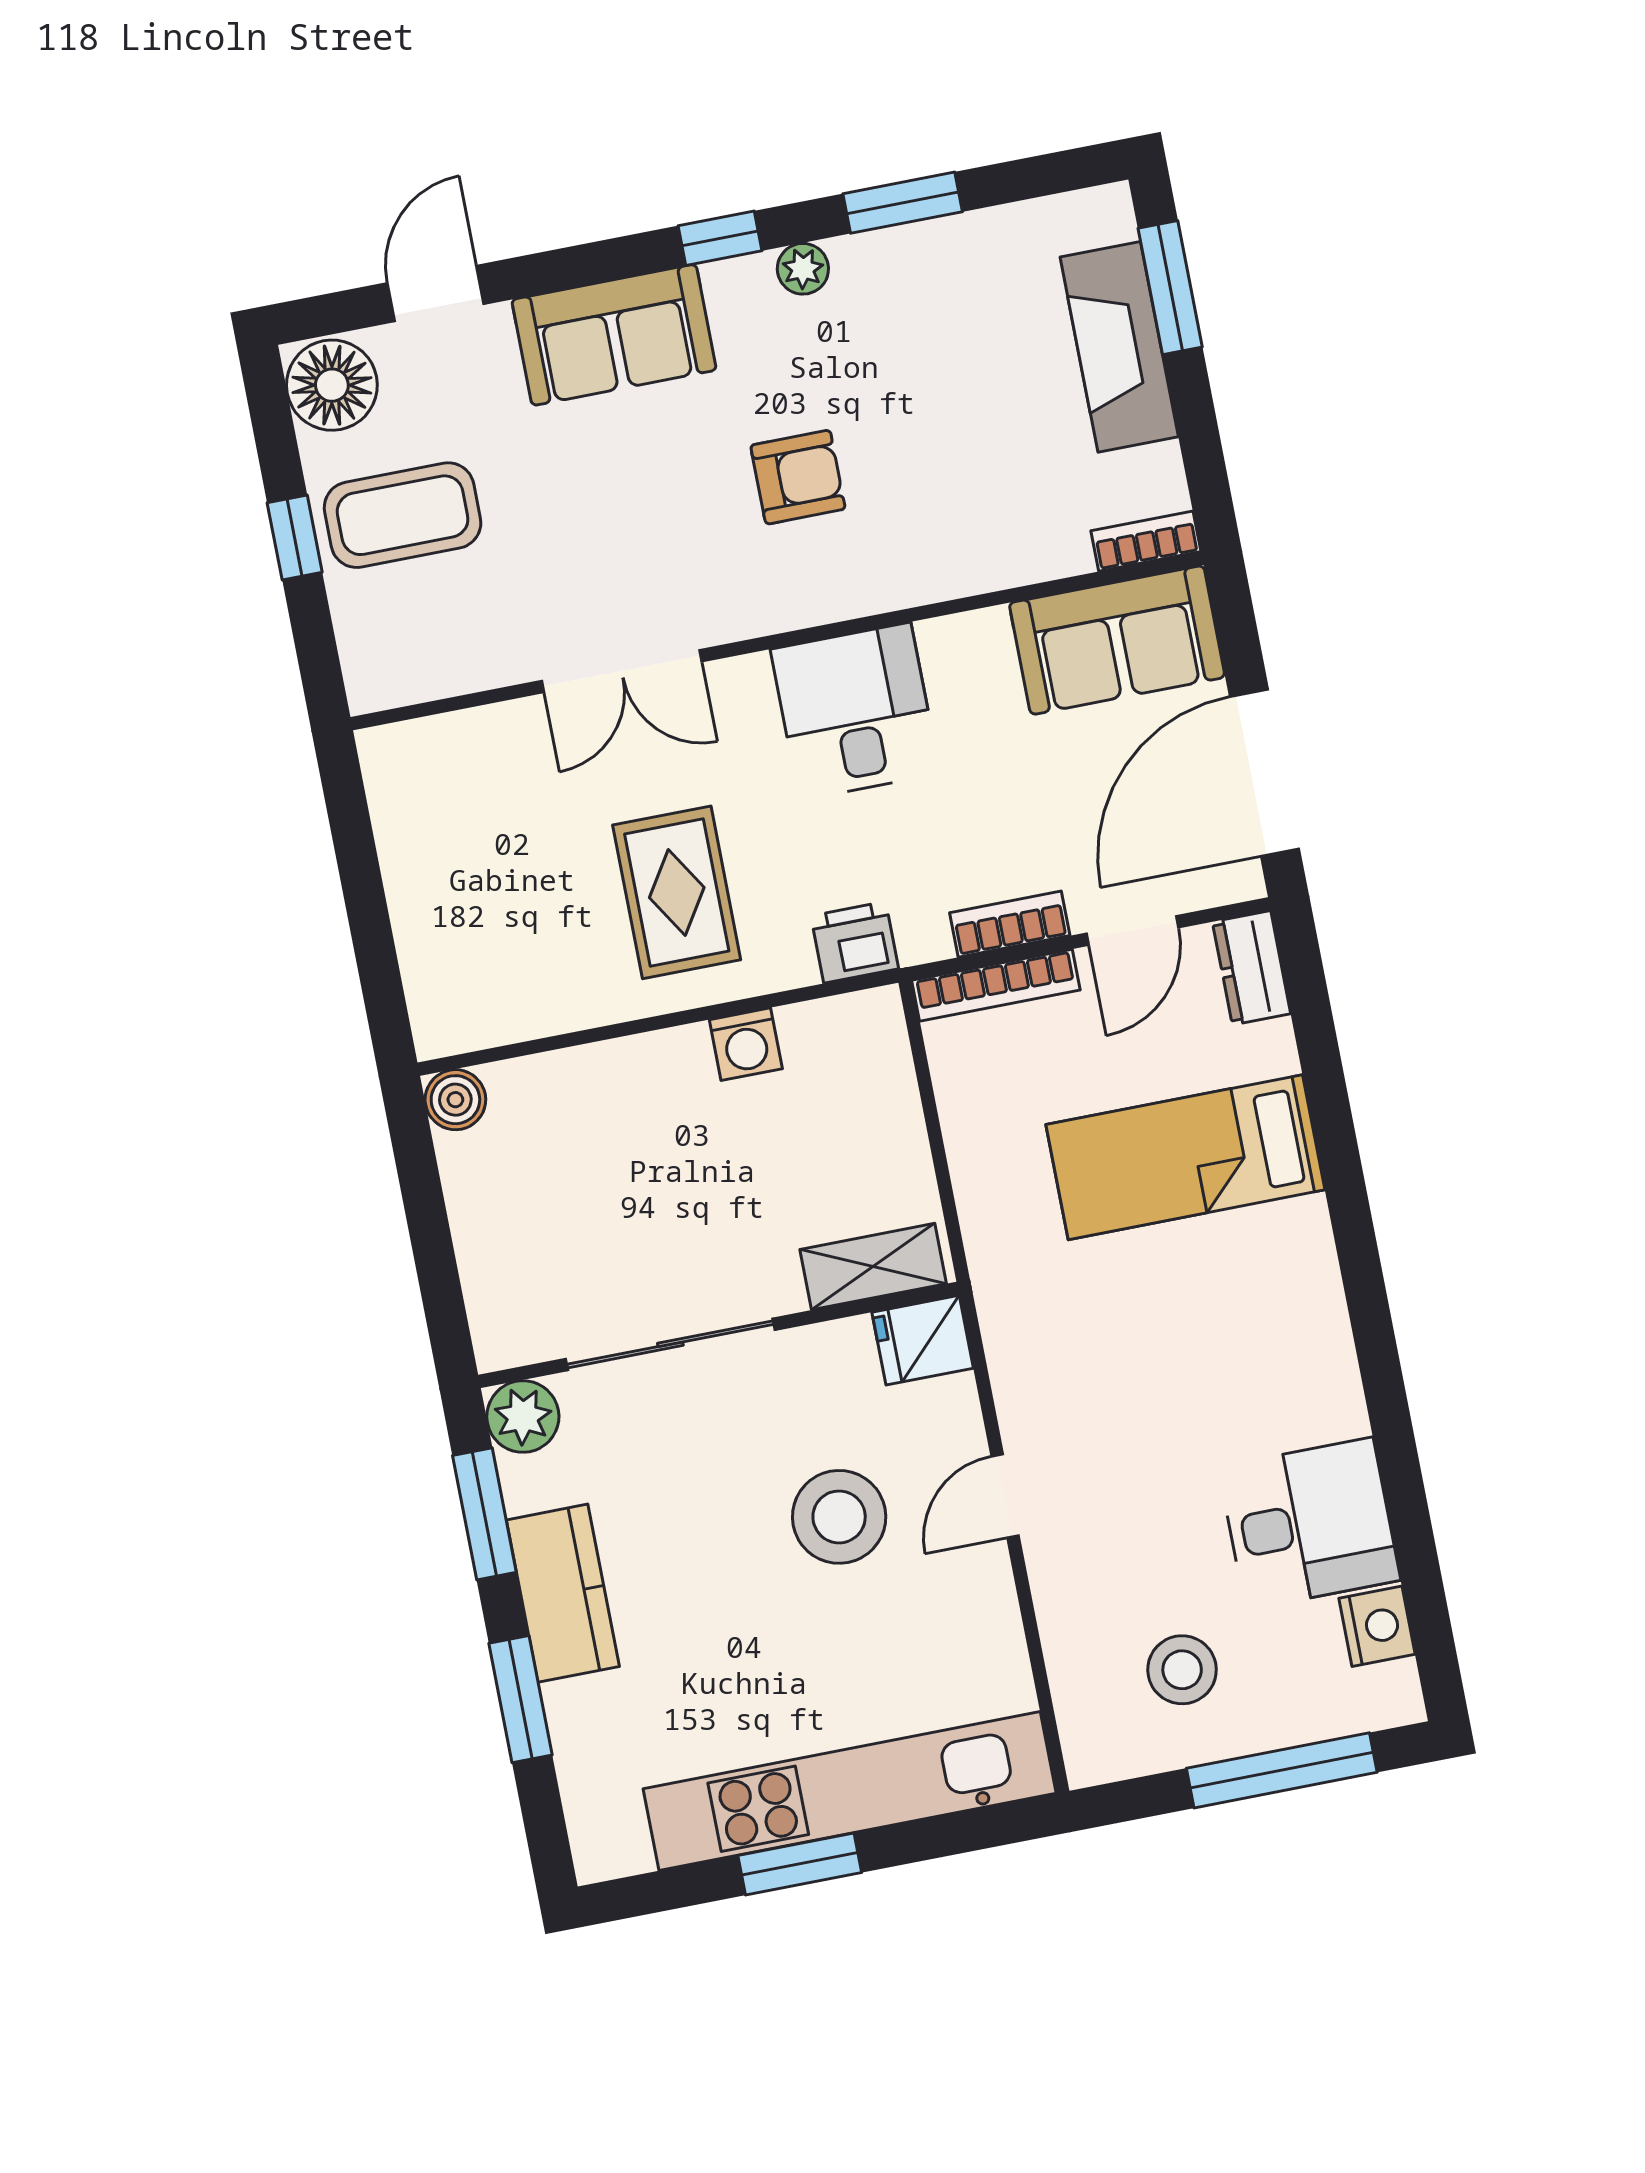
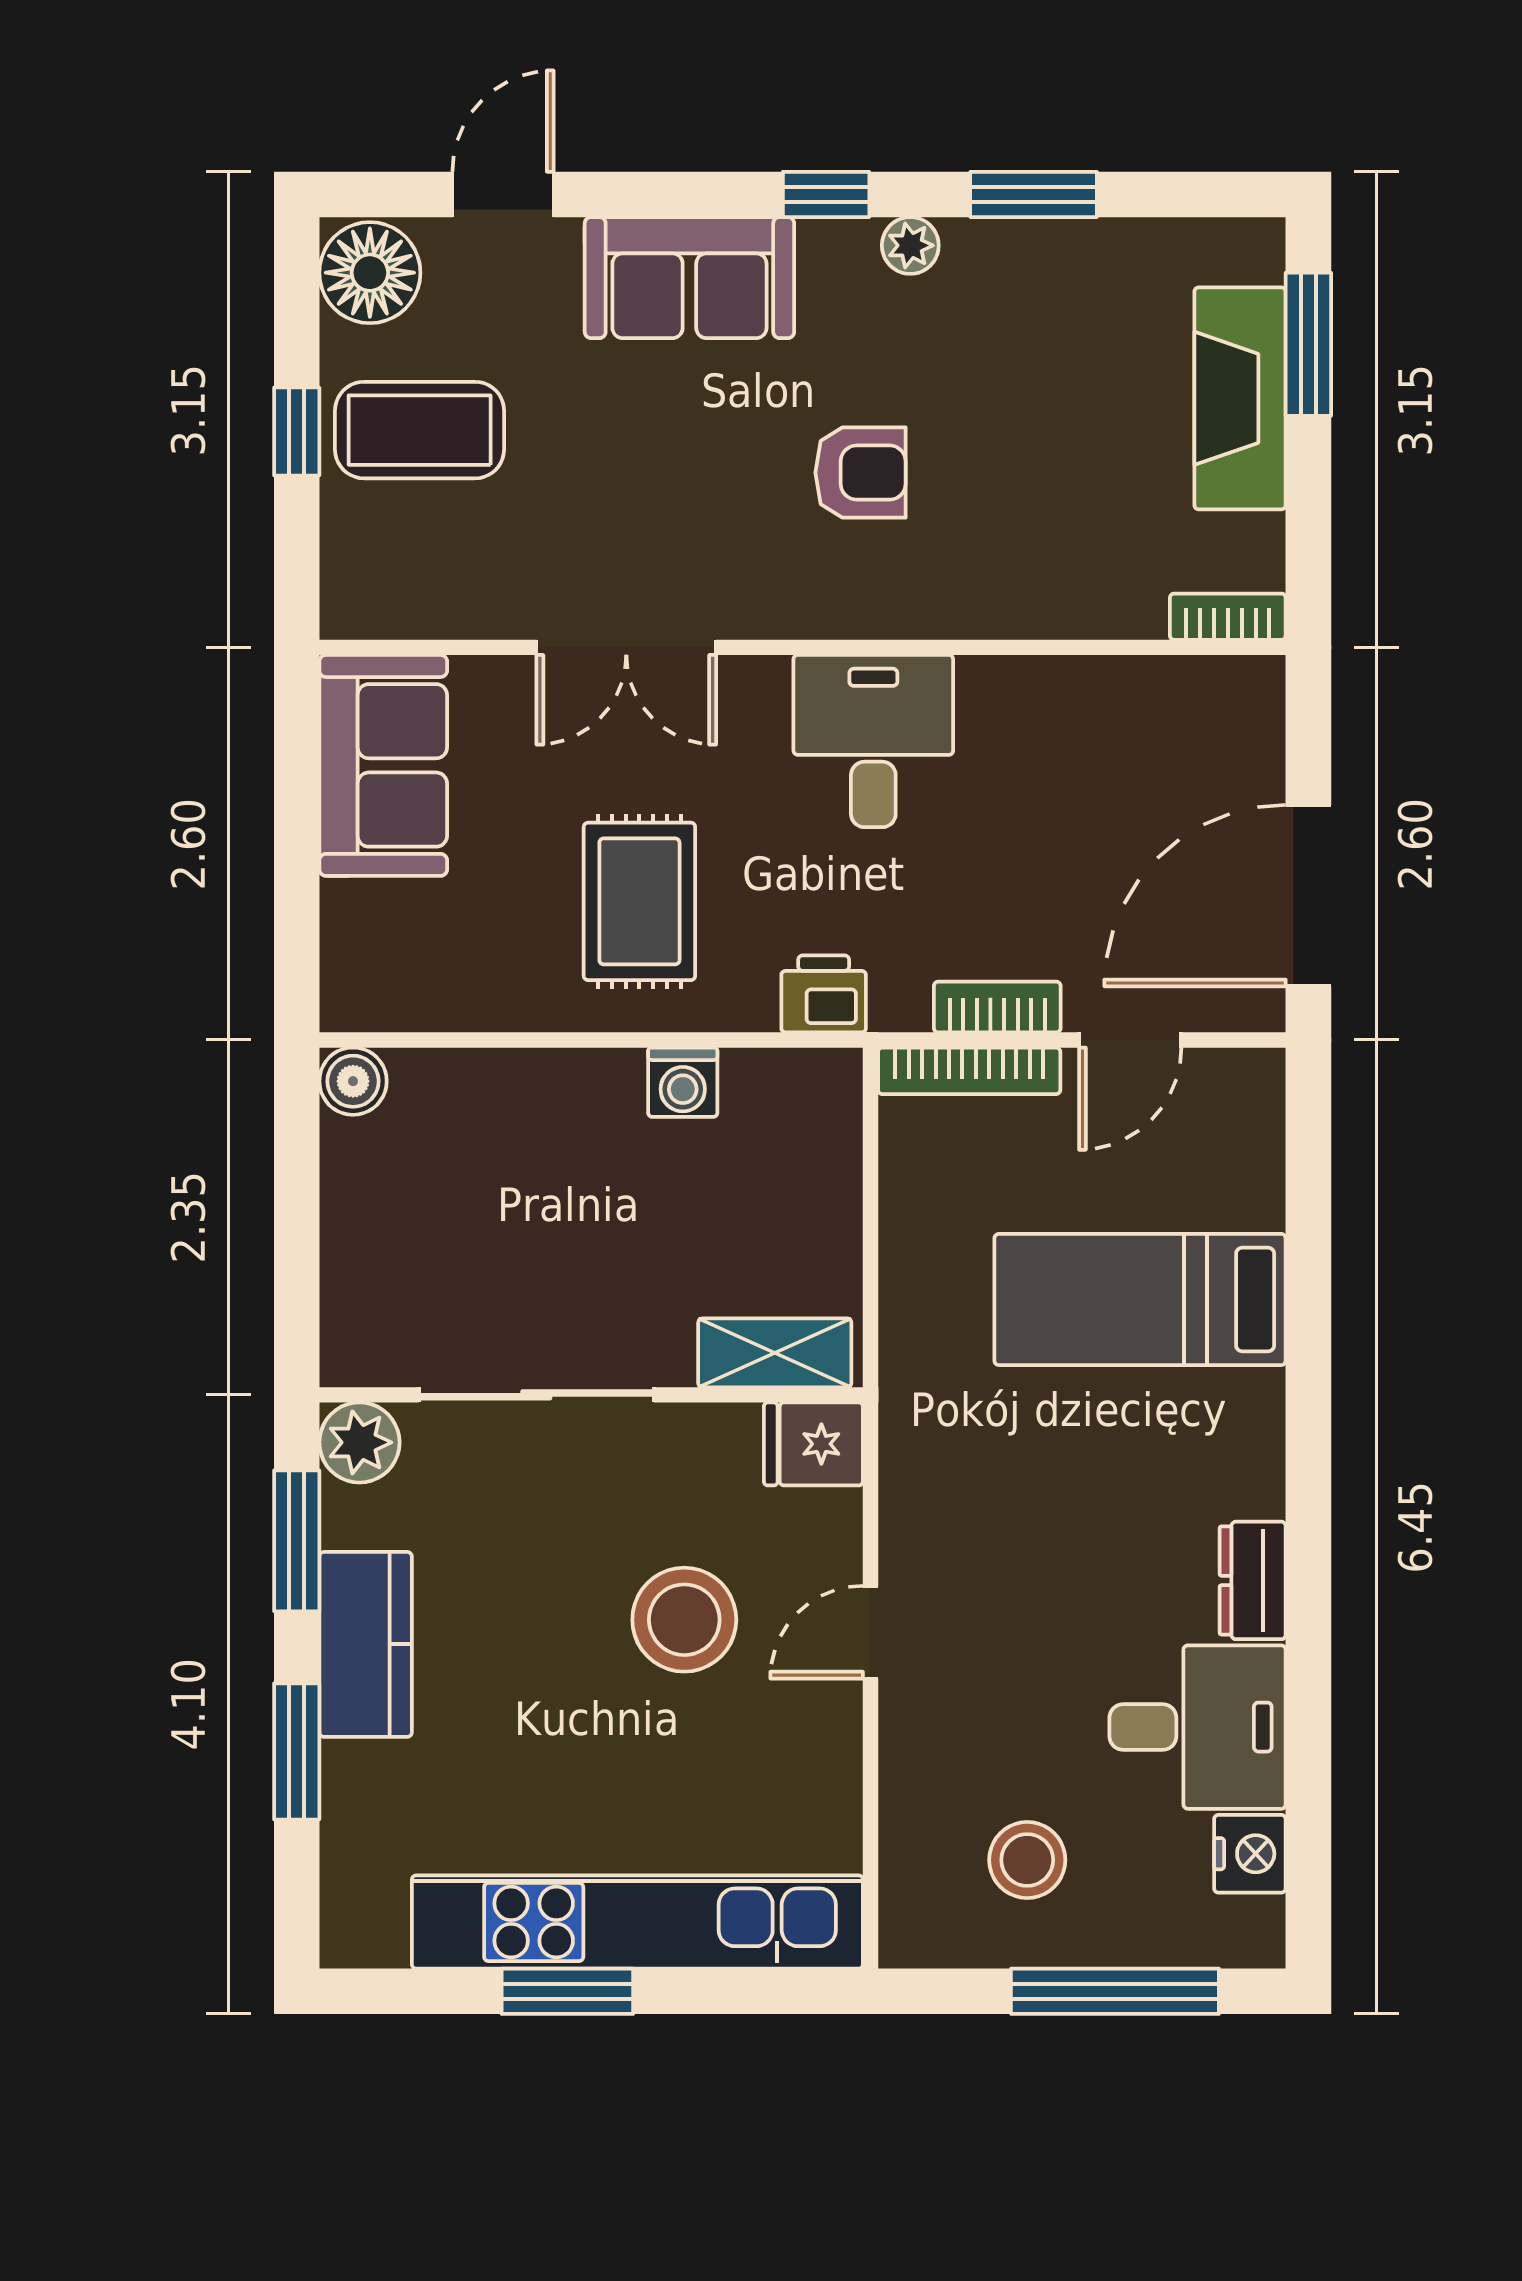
sofa: (1117, 640) -> (383, 765), moved, turned -90
dresser: (1252, 968) -> (1253, 1580), moved

